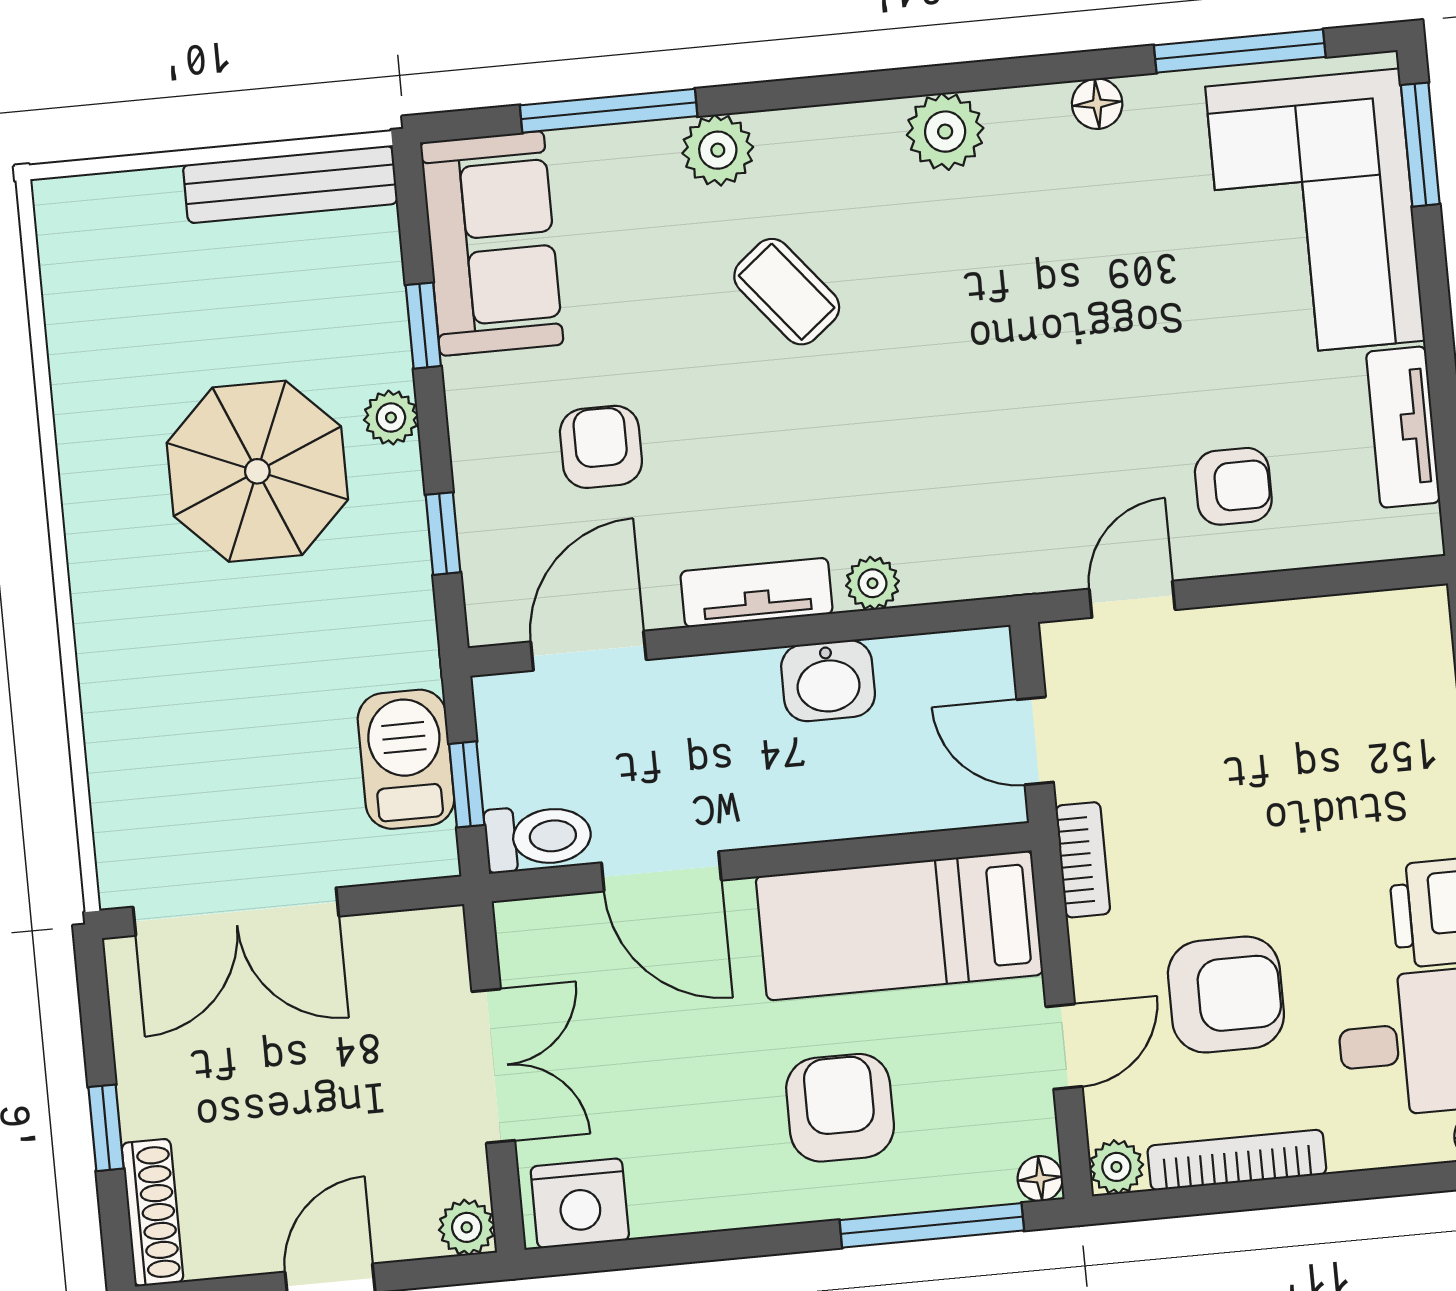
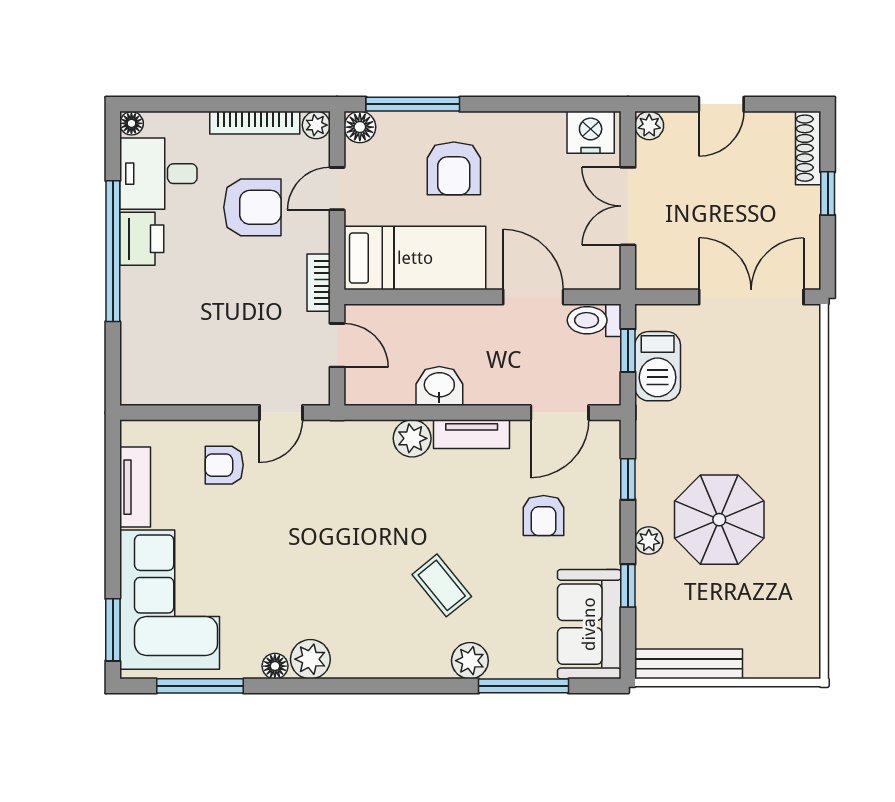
plant: (945, 132) -> (310, 659), moved
plant: (873, 583) -> (412, 438), width x1.38, depth x1.38
armchair: (1226, 995) -> (252, 207), turned 180
floor lamp: (1040, 1179) -> (360, 127), width x1.37, depth x1.37

